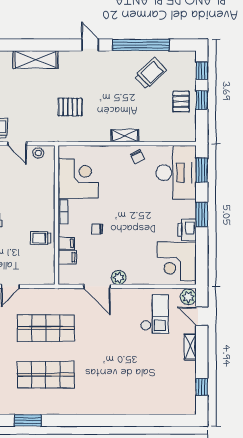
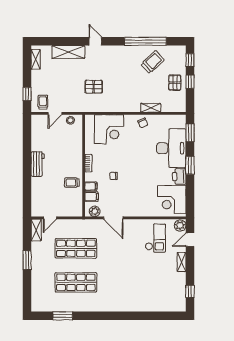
door: (90, 45) -> (95, 41), moved
shelving: (125, 136) -> (151, 108), moved
door: (17, 144) -> (55, 113), hinge flipped
desk: (176, 173) -> (171, 148), moved
corner desk: (78, 179) -> (109, 129), moved, turned 90
plant: (119, 277) -> (95, 211), moved
door: (202, 316) -> (190, 240), hinge flipped

